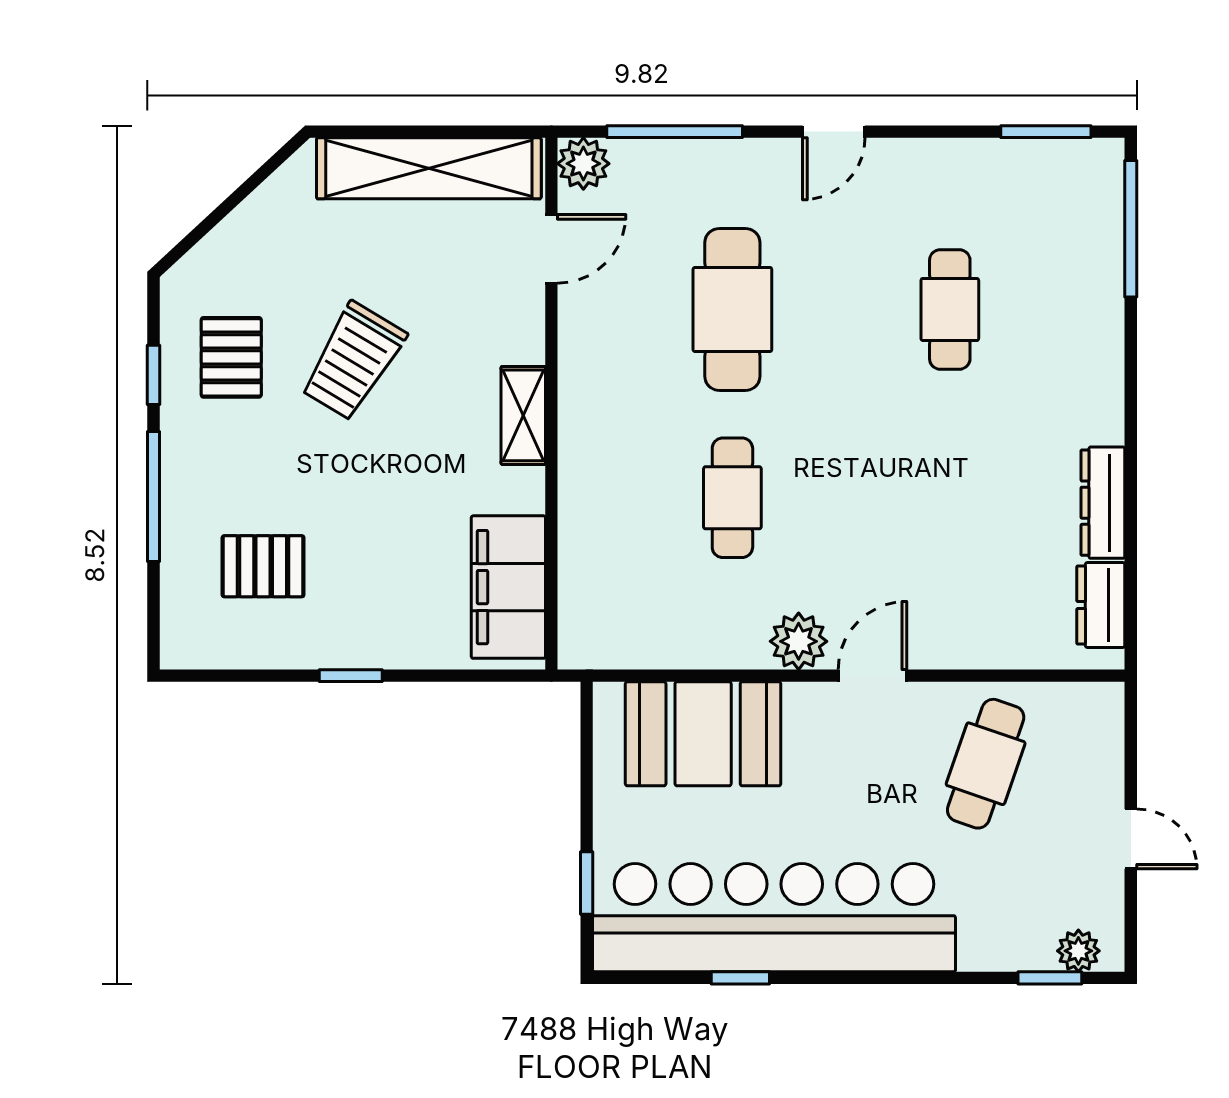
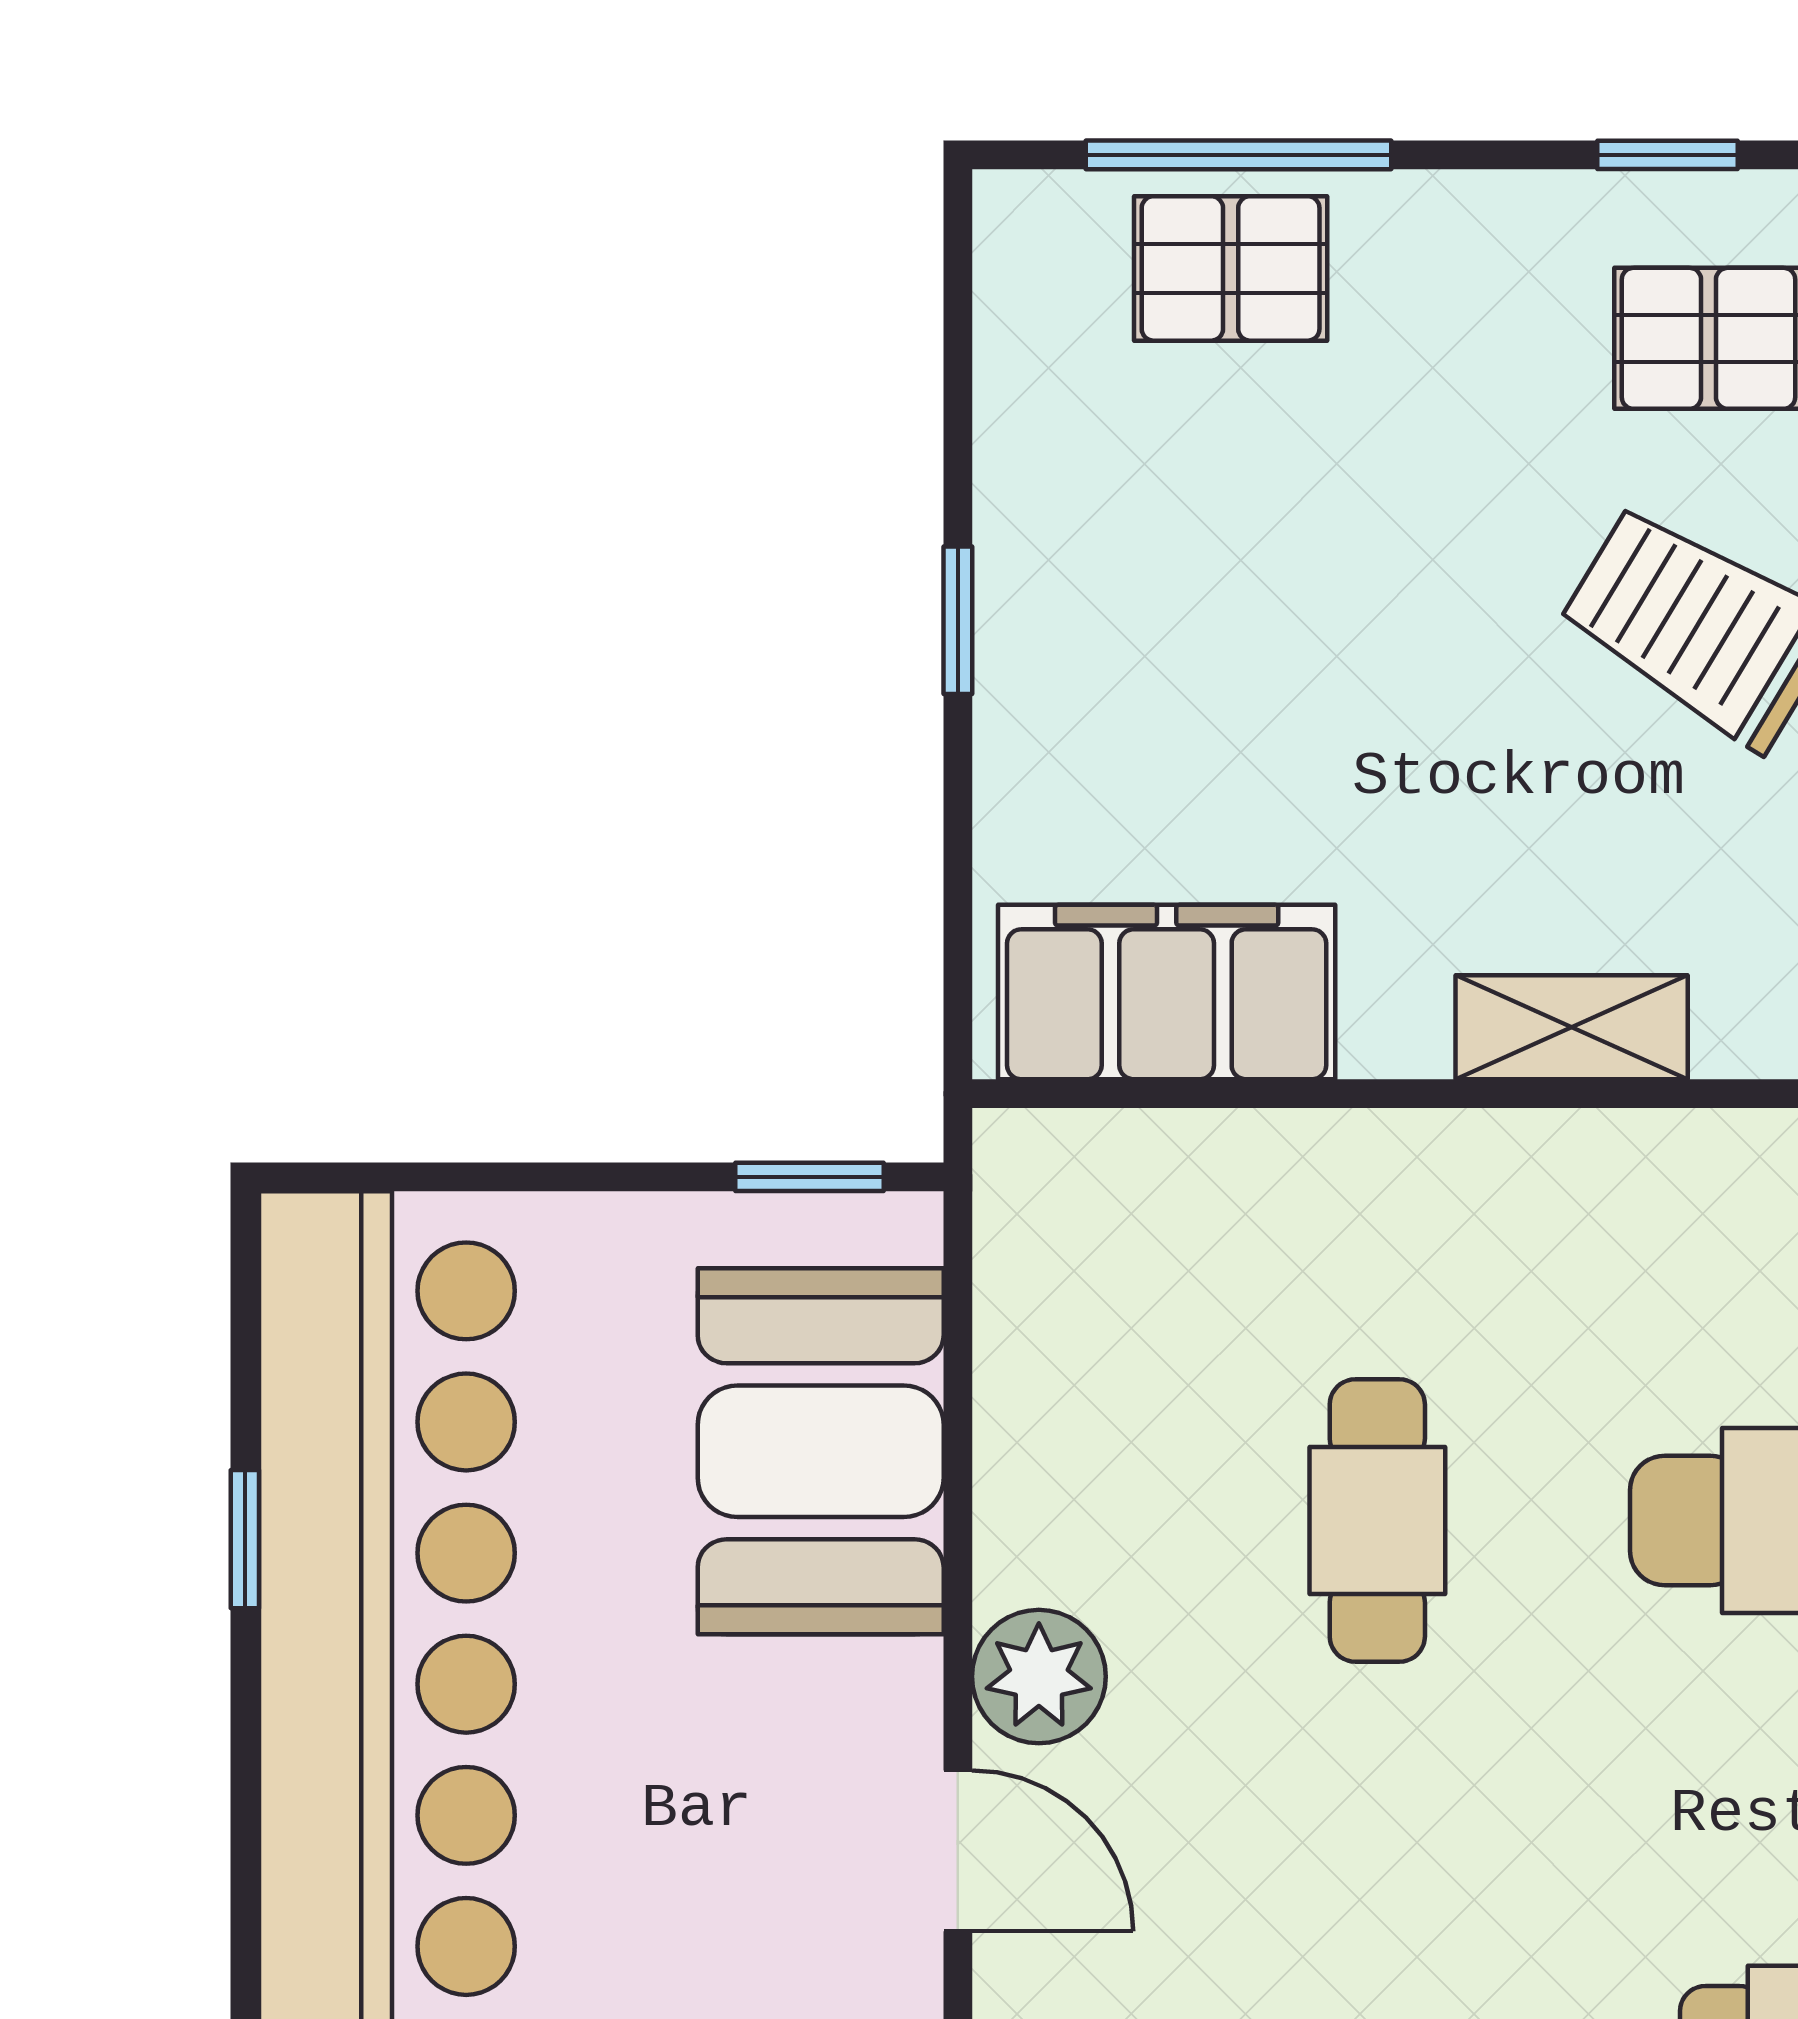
window: (153, 496) -> (1238, 155), moved
cafe table: (732, 498) -> (1377, 1520), turned 90
pallet: (263, 566) -> (1231, 268), moved, turned 90
window: (587, 883) -> (809, 1177), moved

